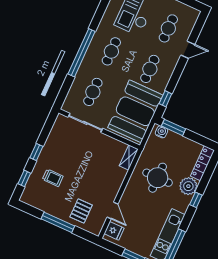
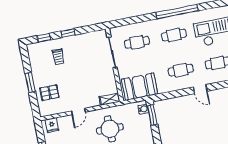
door: (188, 50) -> (200, 89), moved
window: (82, 53) -> (177, 12), moved
window: (165, 99) -> (168, 95), removed
booth: (135, 111) -> (140, 87), width x0.73, depth x0.70
door: (112, 211) -> (78, 111), moved
window: (58, 222) -> (30, 82), width x0.69

